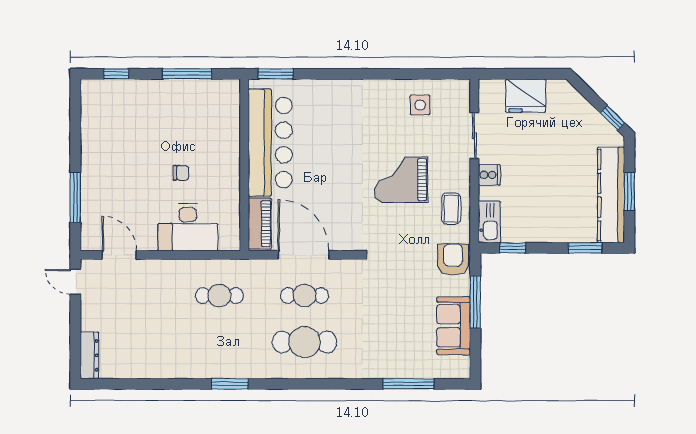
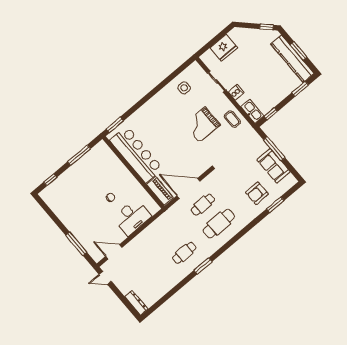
armchair: (453, 259) -> (257, 193), moved, turned -90
cafe table: (219, 296) -> (184, 253), moved
window: (409, 384) -> (275, 205), width x0.69

